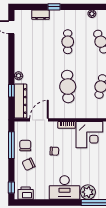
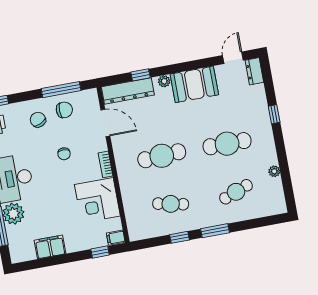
dresser: (41, 15) -> (254, 71), moved
cafe table: (68, 42) -> (227, 144), width x1.37, depth x1.35
booth: (24, 56) -> (194, 84), added

